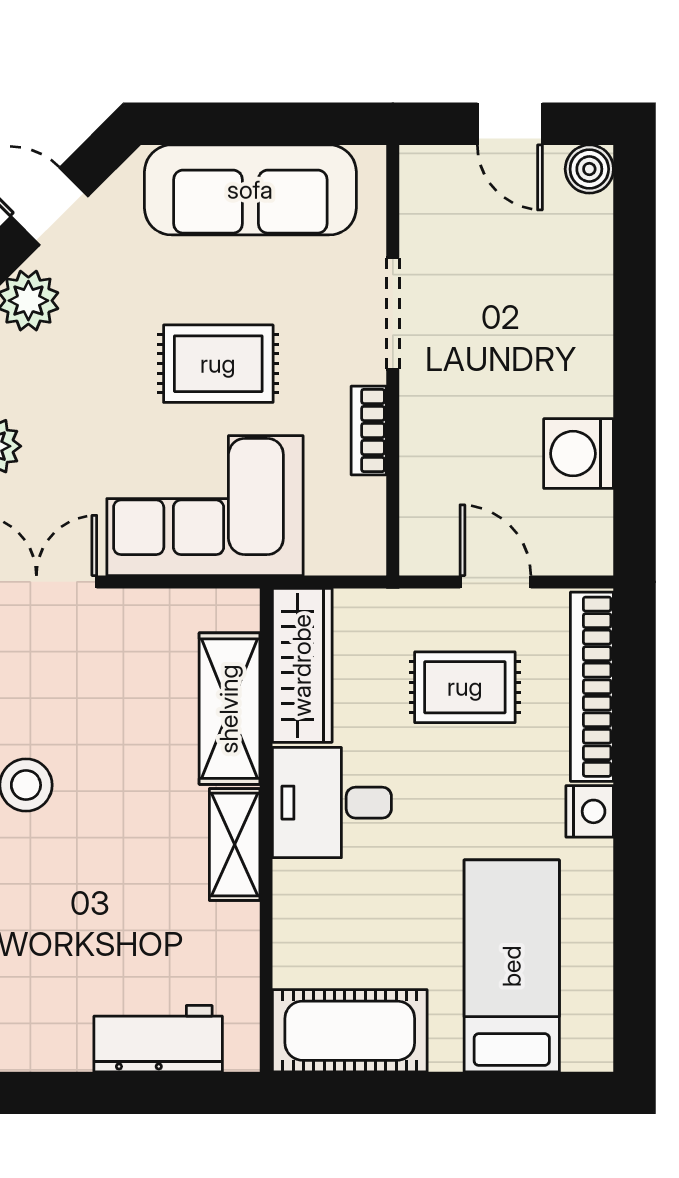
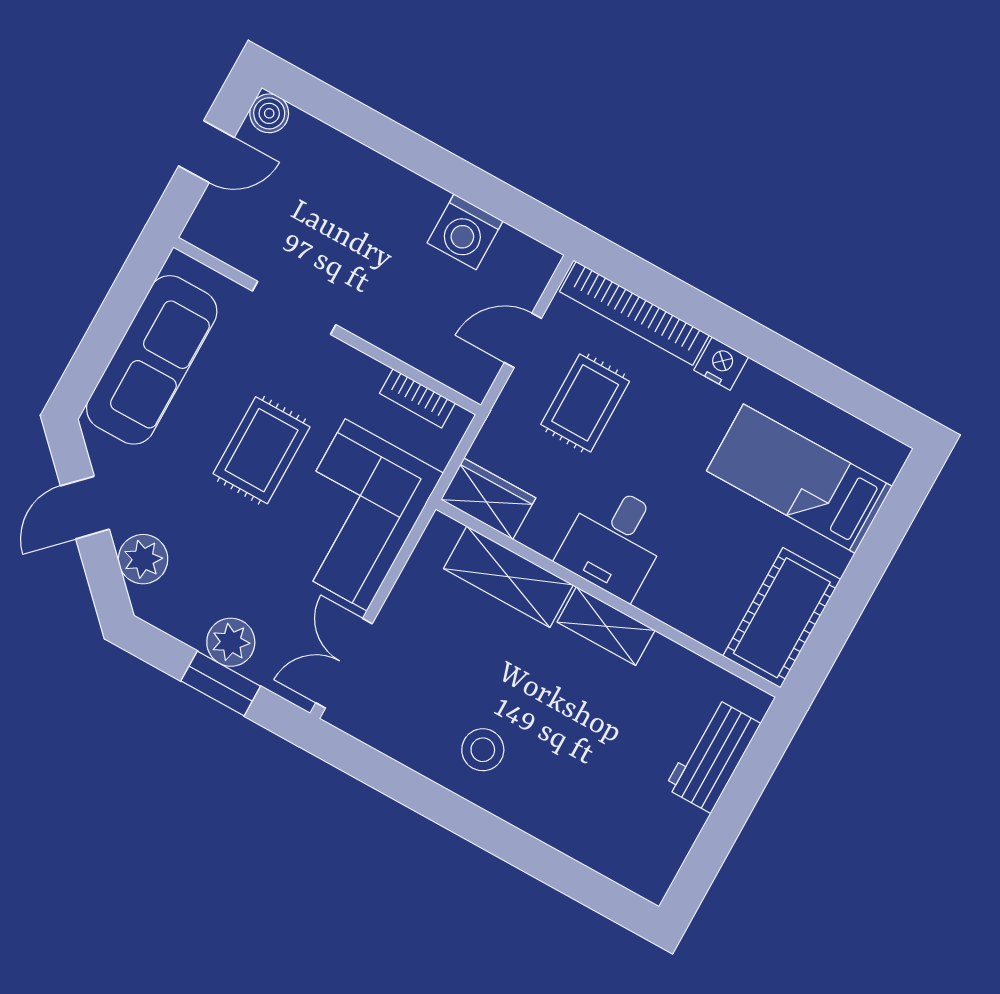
bookcase: (369, 430) -> (417, 398), moved
wardrobe: (302, 665) -> (488, 499), width x0.67

